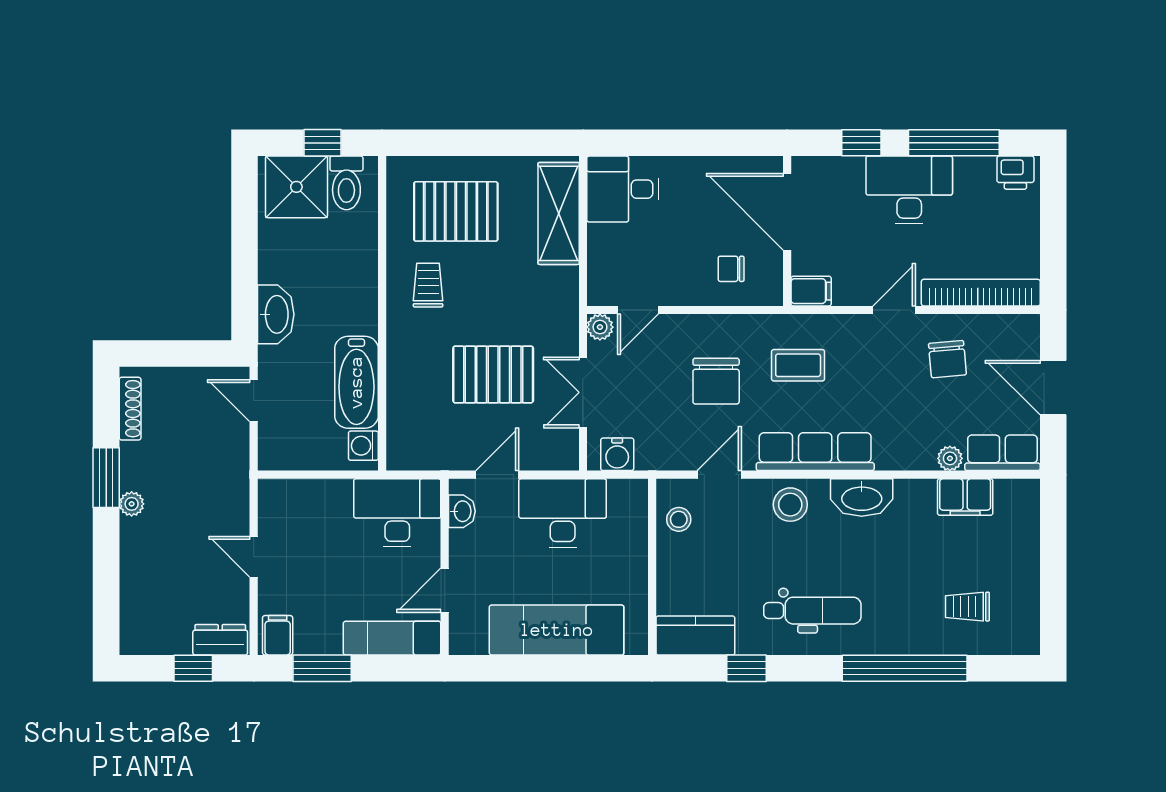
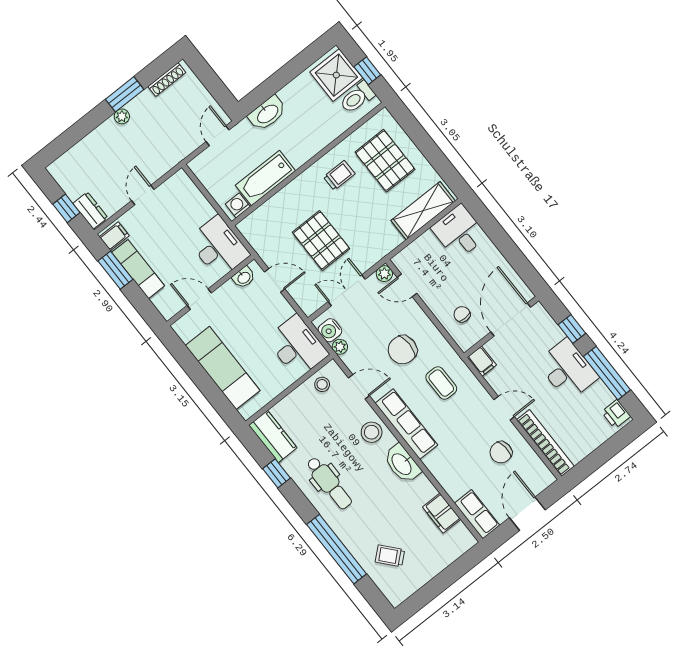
plant: (950, 458) -> (340, 347), moved
desk: (563, 513) -> (297, 346), moved
trolley: (967, 607) -> (390, 556), turned -41
exam couch: (392, 638) -> (138, 269), moved

